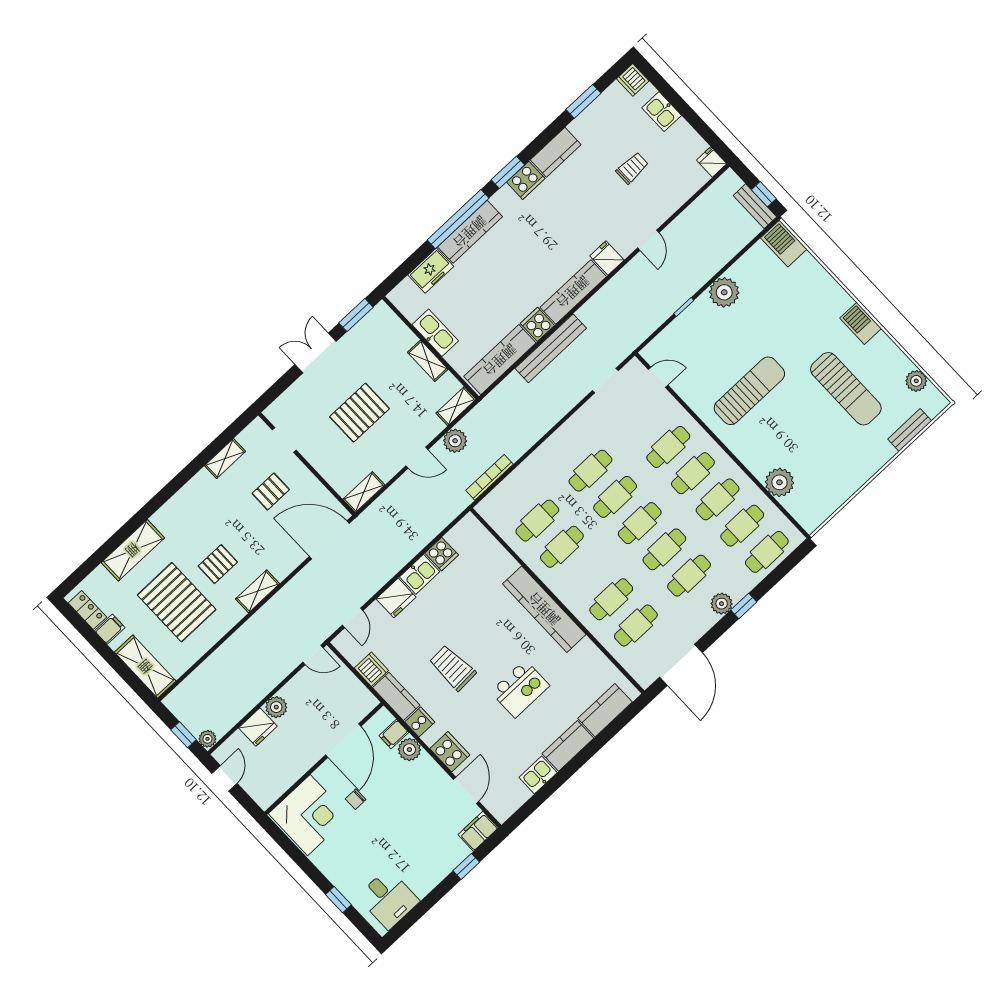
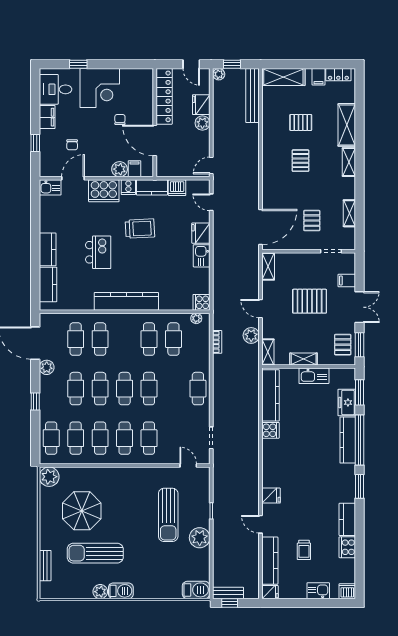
window: (584, 101) -> (360, 392), moved
cooker: (526, 180) -> (347, 547), moved
kitchen counter: (573, 292) -> (270, 561), moved
pallet: (373, 333) -> (343, 345), added
bench: (551, 348) -> (253, 95), moved
door: (658, 377) -> (188, 466), swing flipped
plant: (916, 381) -> (100, 592), moved
sun lounger: (749, 391) -> (168, 515), moved
filing cabinet: (300, 394) -> (347, 280), added
pallet: (360, 413) -> (310, 301), turned 90
parasol: (814, 446) -> (82, 511), added
door: (417, 458) -> (261, 309), hinge flipped
cafe table: (590, 471) -> (198, 389), moved
bookcase: (489, 477) -> (217, 342), width x0.64
plant: (779, 482) -> (49, 477), moved
plant: (492, 517) -> (196, 318), added
cooker: (442, 554) -> (201, 302), moved
shelving: (258, 591) -> (349, 162), moved
pallet: (177, 602) -> (301, 122), width x0.49, depth x0.50
plant: (722, 604) -> (47, 367), moved
kitchen island: (520, 689) -> (98, 252), turned 180
cooker: (450, 752) -> (104, 191), width x1.37, depth x1.31
locker: (286, 775) -> (164, 96), added
kitchen sink: (538, 775) -> (50, 187), moved, turned 90
door: (466, 790) -> (73, 178), swing flipped
corner desk: (309, 815) -> (100, 88), moved, turned -90
chair: (431, 825) -> (72, 145), added
filing cabinet: (478, 831) -> (47, 117), moved

